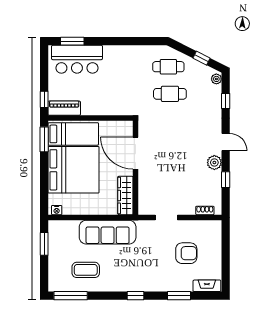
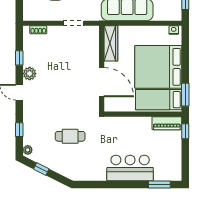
bar counter: (77, 59) -> (130, 168), moved
cafe table: (168, 67) -> (72, 161), removed

